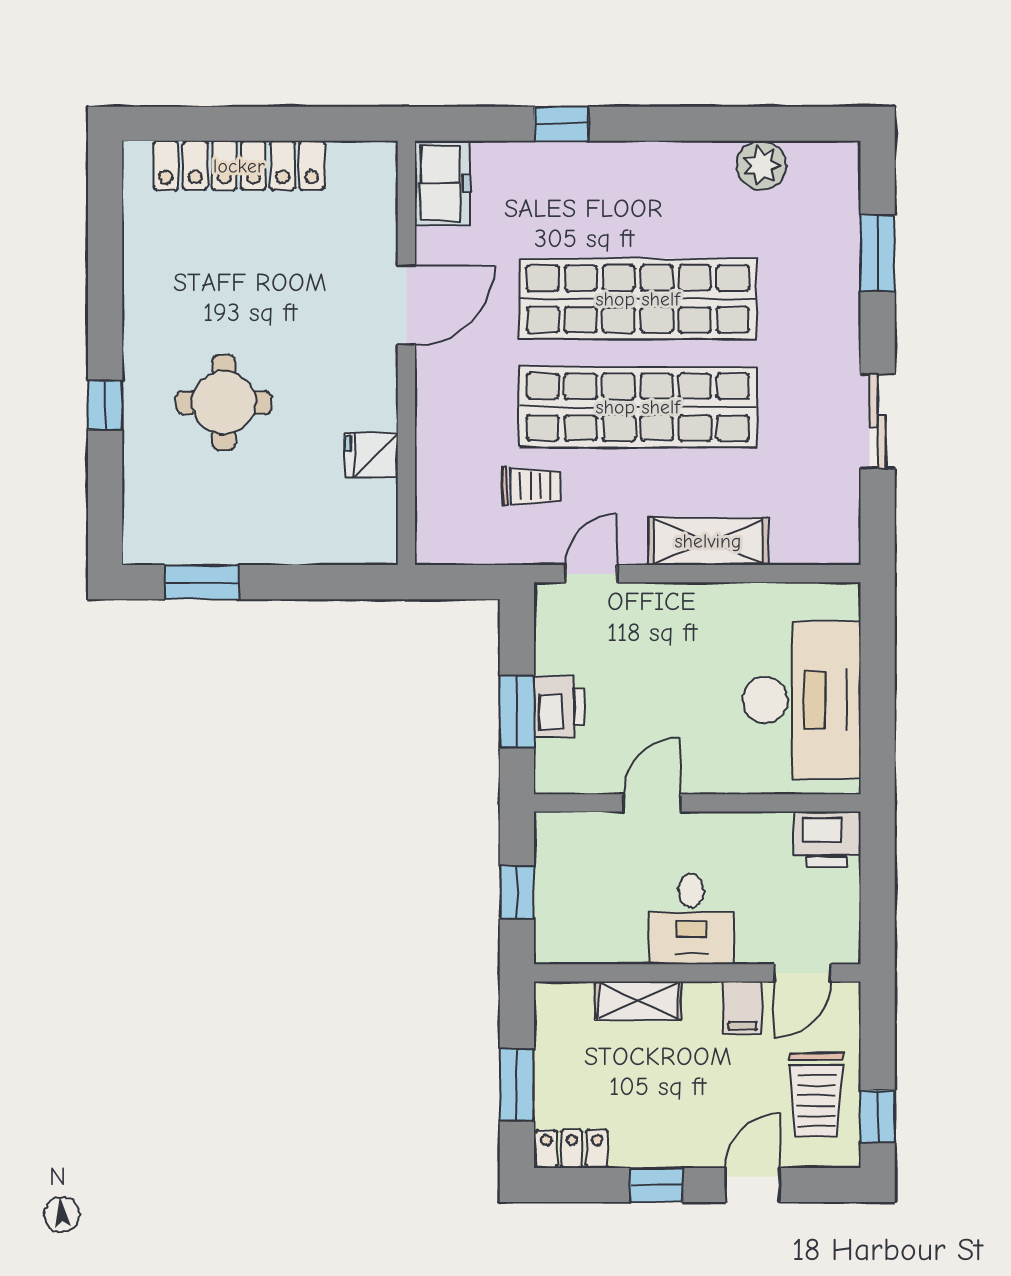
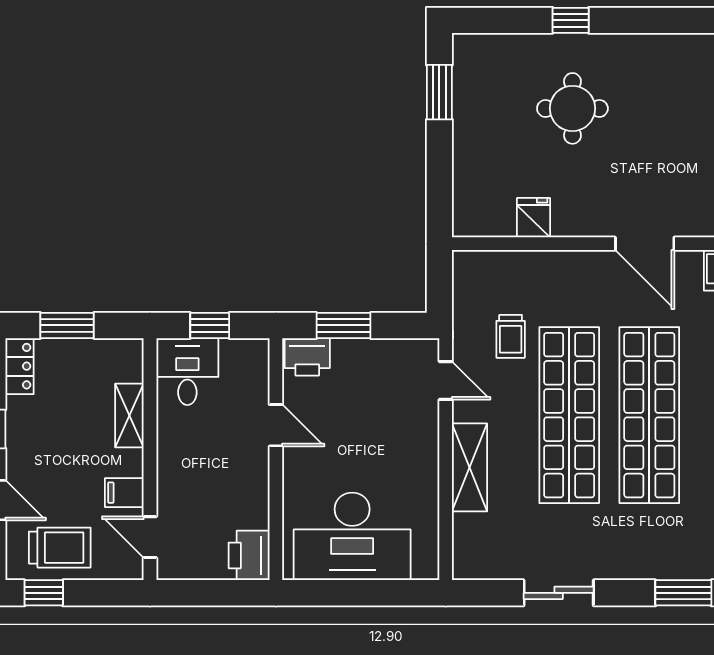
printer: (559, 707) -> (307, 357), moved
desk: (691, 919) -> (187, 372), moved, turned 90
trolley: (817, 1095) -> (60, 548), turned 180

